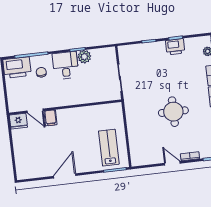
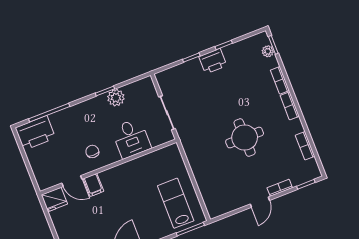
printer: (175, 47) -> (213, 61), moved
desk: (65, 65) -> (131, 138), moved, turned 180
chair: (41, 72) -> (92, 151), moved
door: (172, 163) -> (260, 202), swing flipped

